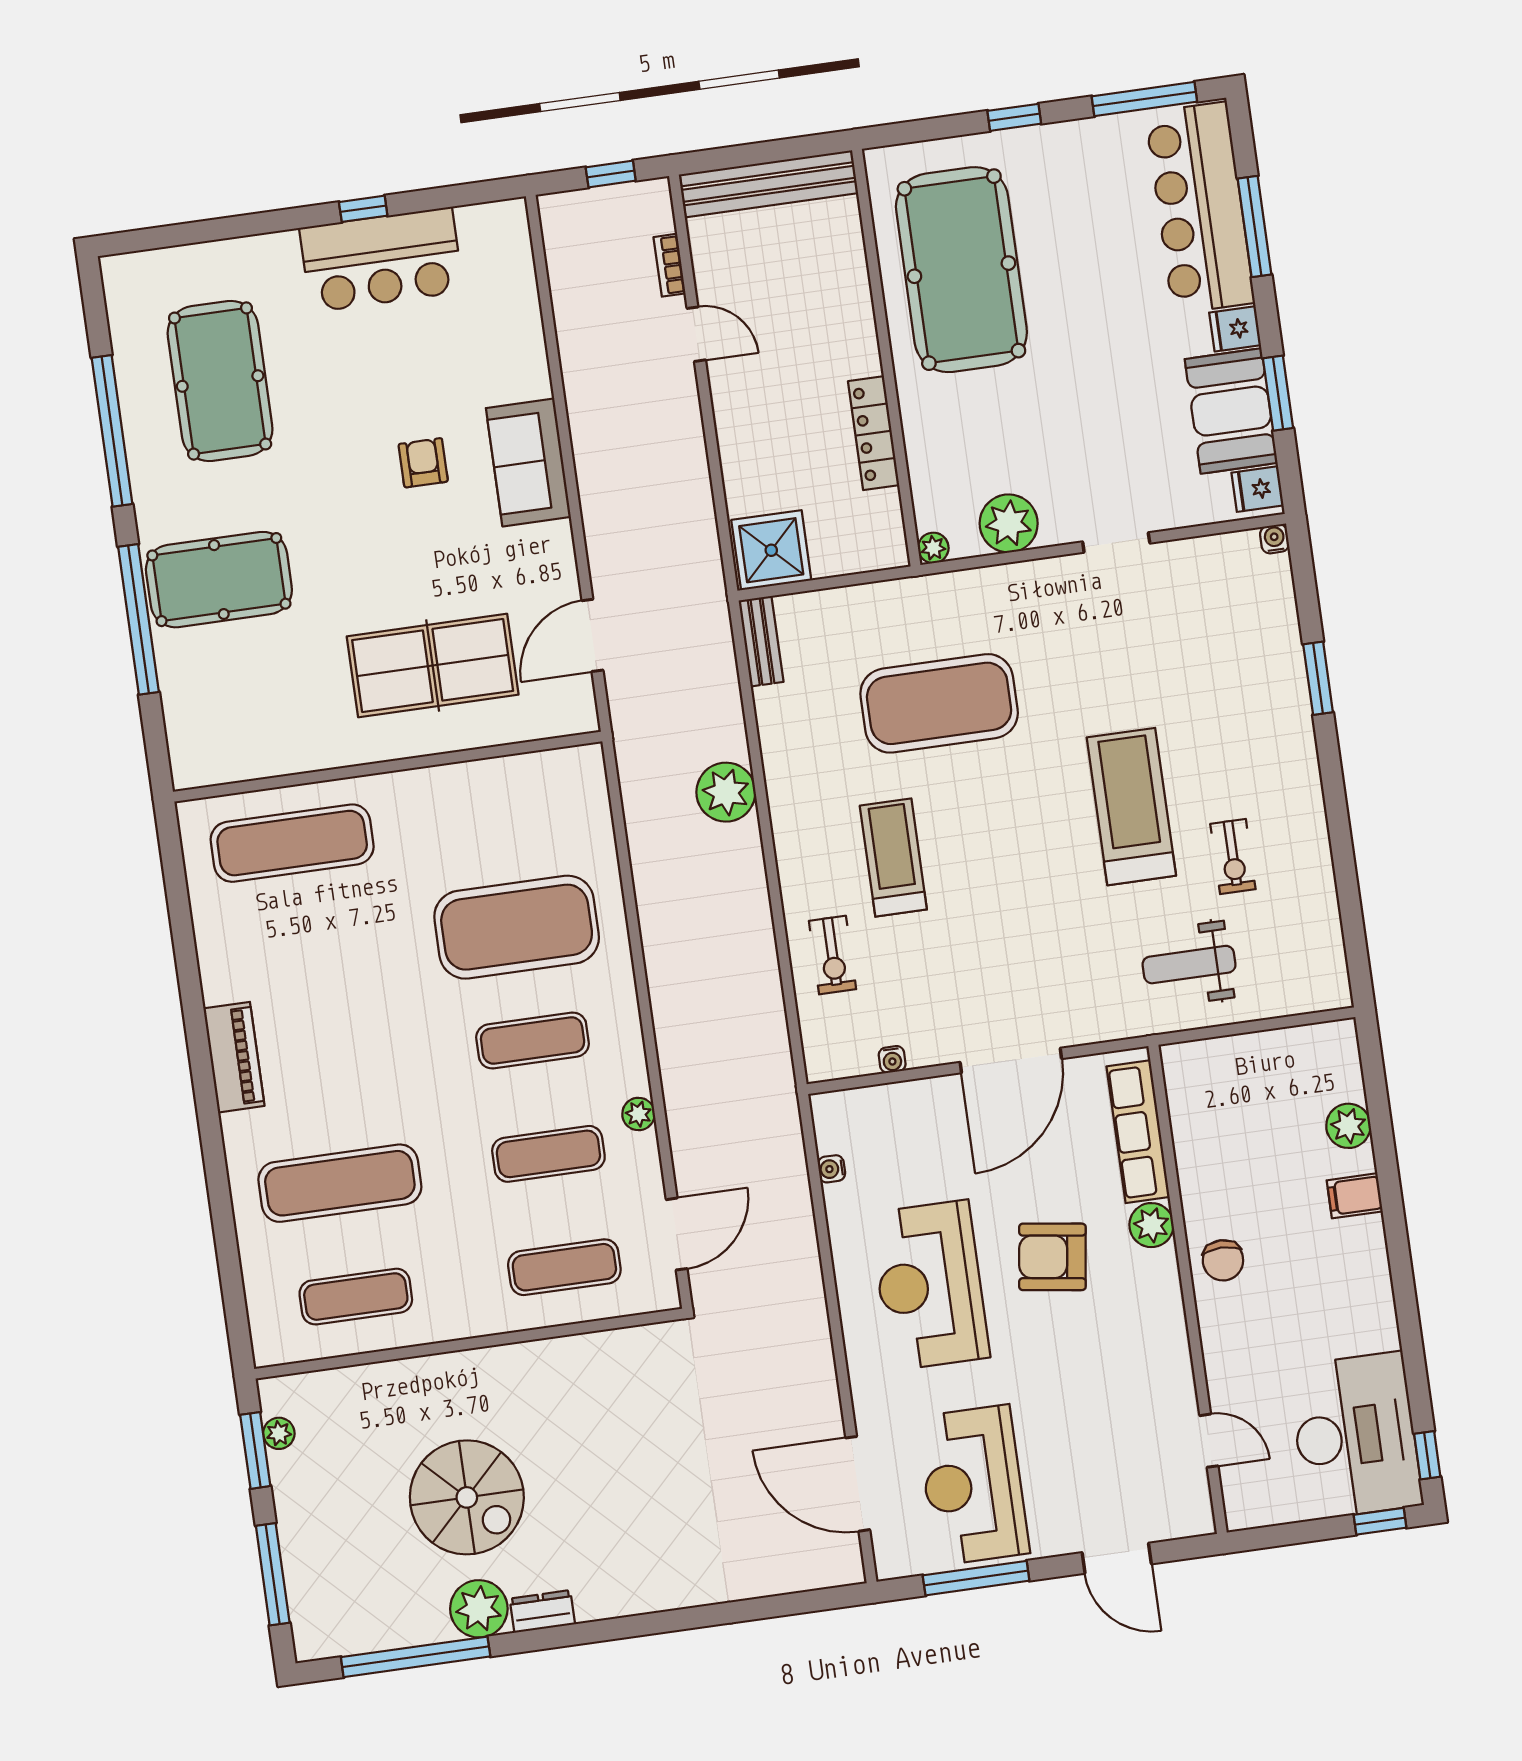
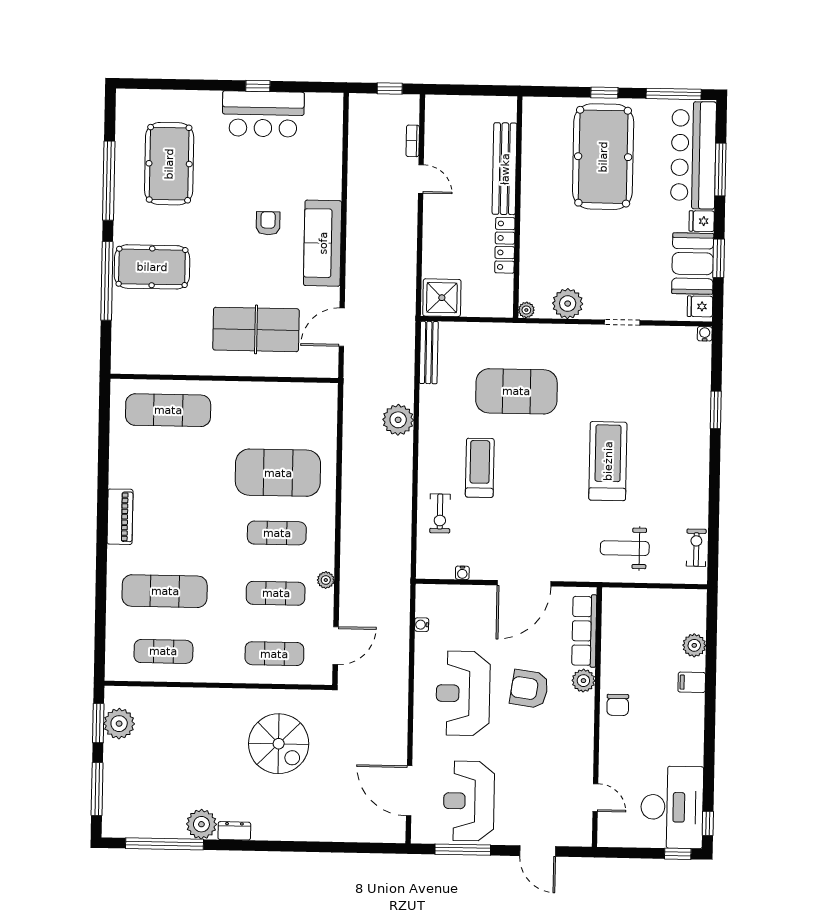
bench: (769, 184) -> (505, 169), moved, turned 90
pool table: (961, 270) -> (603, 157), moved
sofa: (528, 462) -> (323, 243), width x1.36
bench: (761, 641) -> (429, 352), width x1.36
exercise bike: (1233, 856) -> (696, 548), moved, turned 180
plant: (279, 1433) -> (119, 724), width x1.88, depth x1.88
spiral stairs: (467, 1497) -> (279, 744), moved

